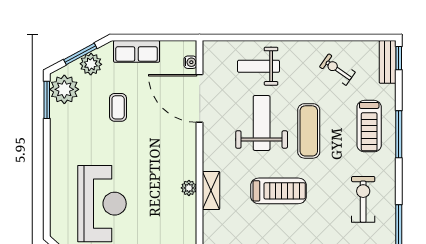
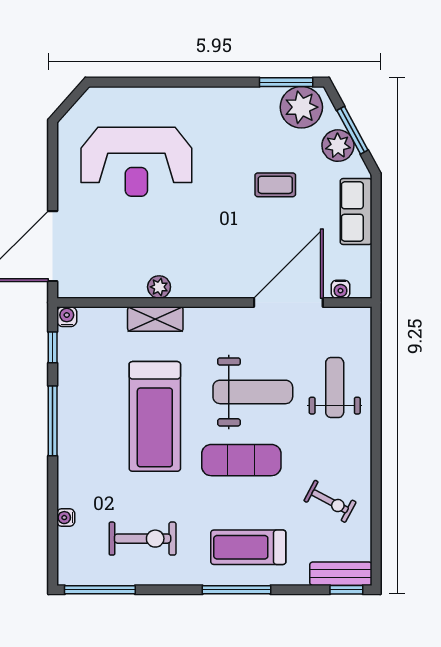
exercise bike: (337, 70) -> (330, 501), turned 83
treadmill: (279, 191) -> (155, 416), width x1.37, depth x1.38

